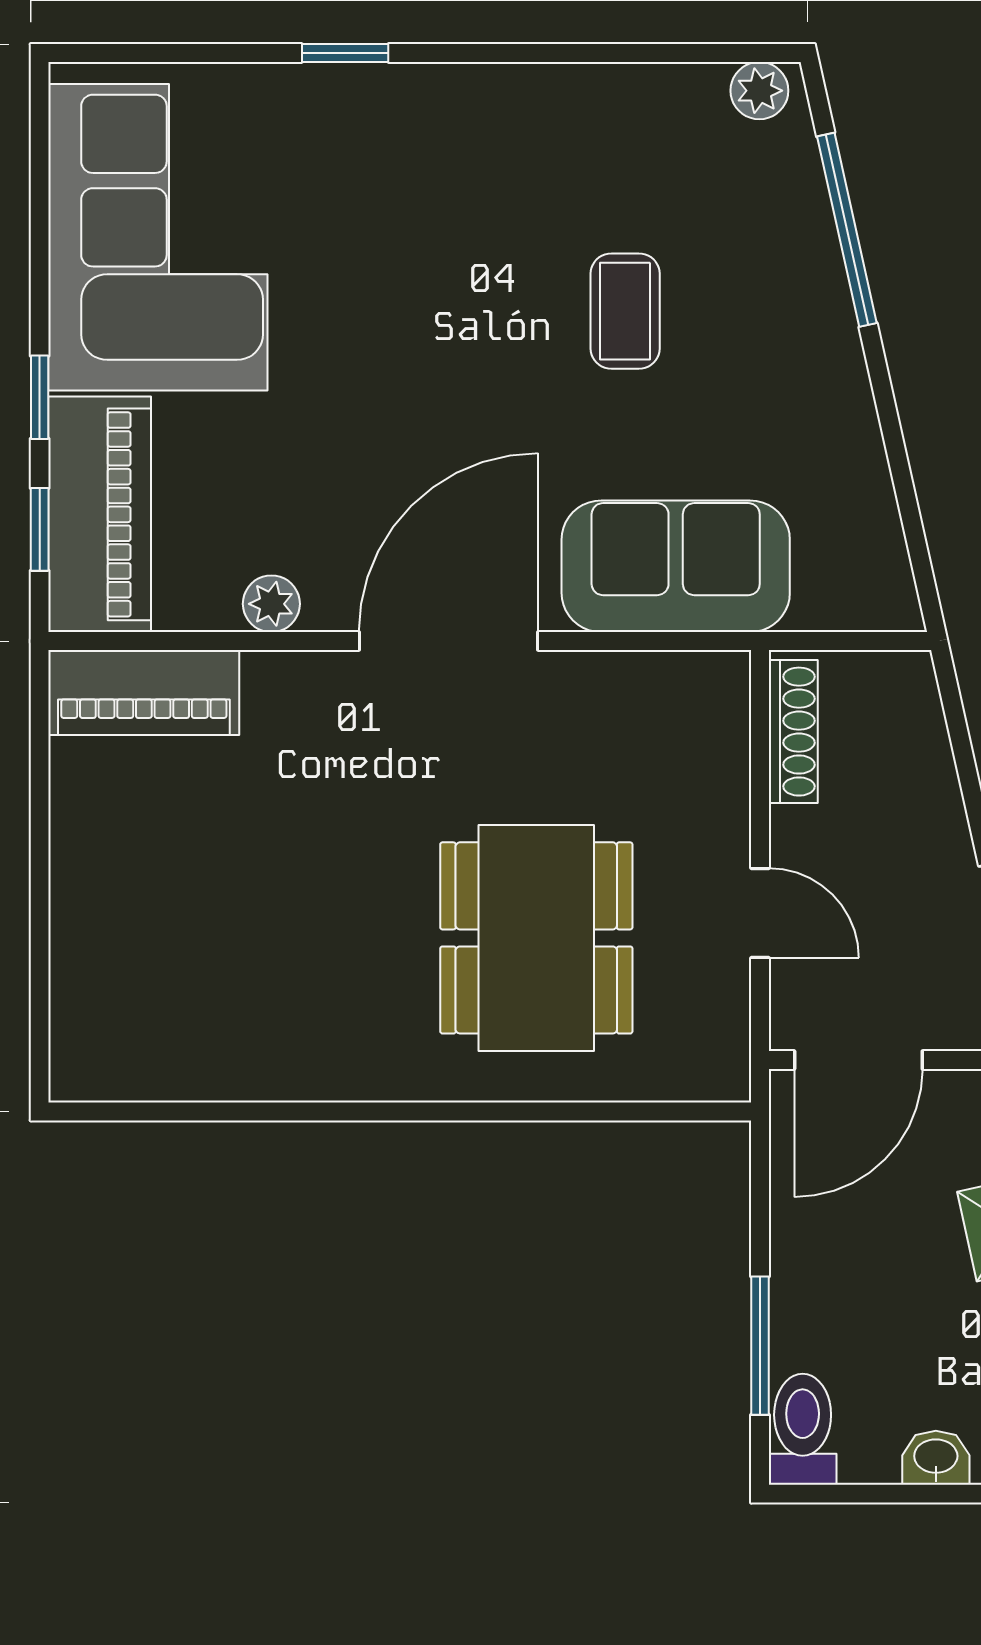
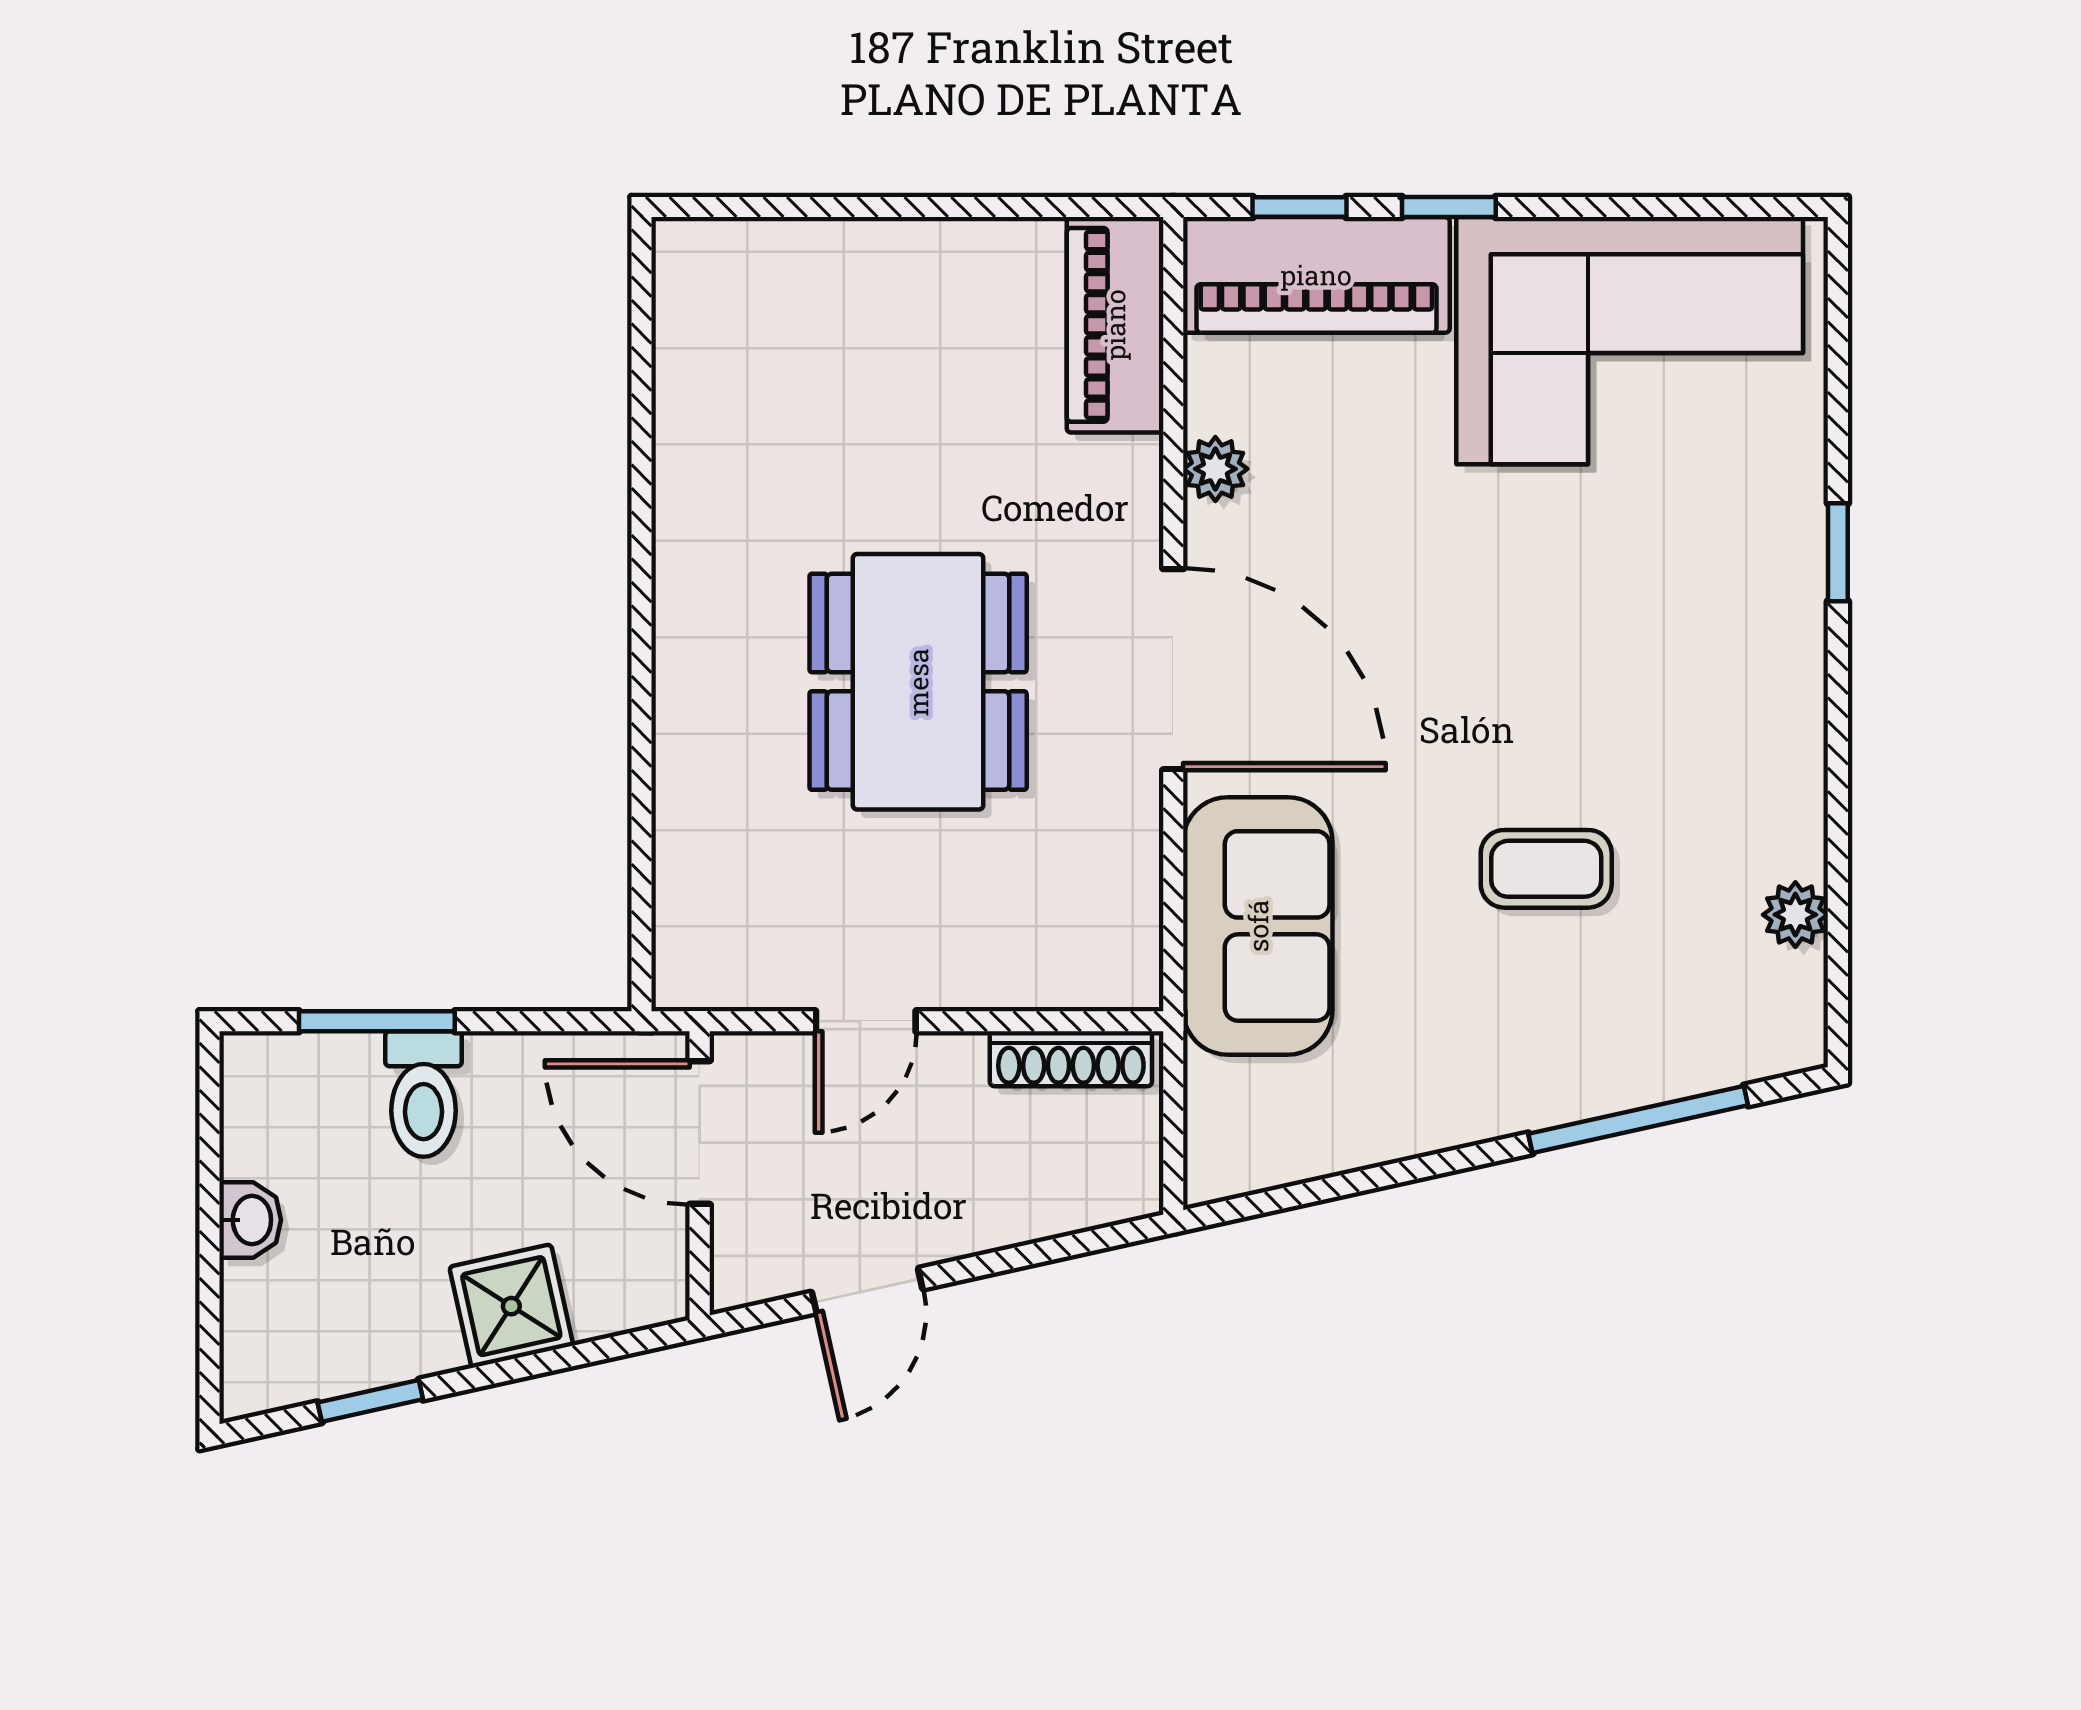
plant: (759, 91) -> (1795, 915), moved
dining table: (536, 938) -> (918, 682), moved, turned 90
toilet: (803, 1429) -> (424, 1094), moved, turned 90

